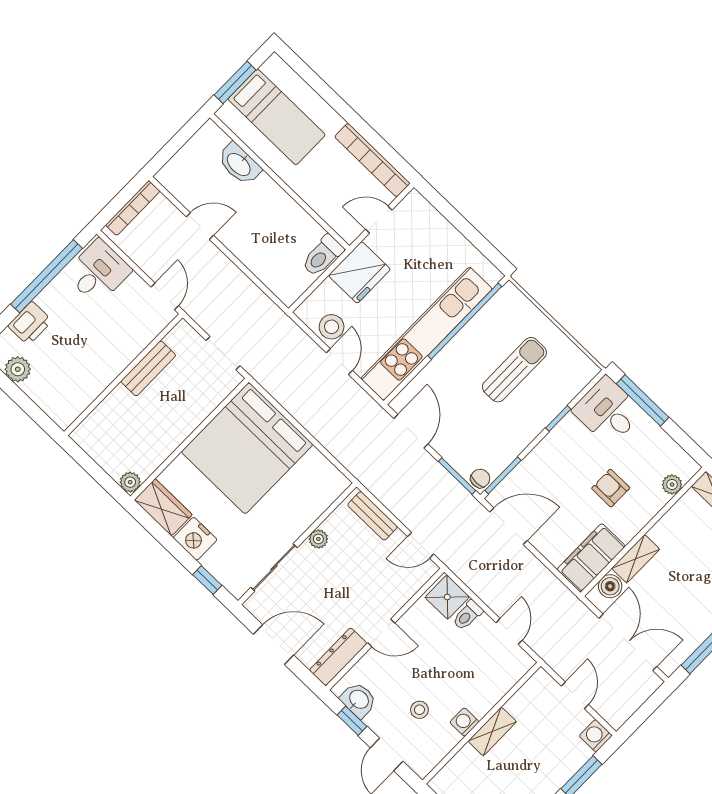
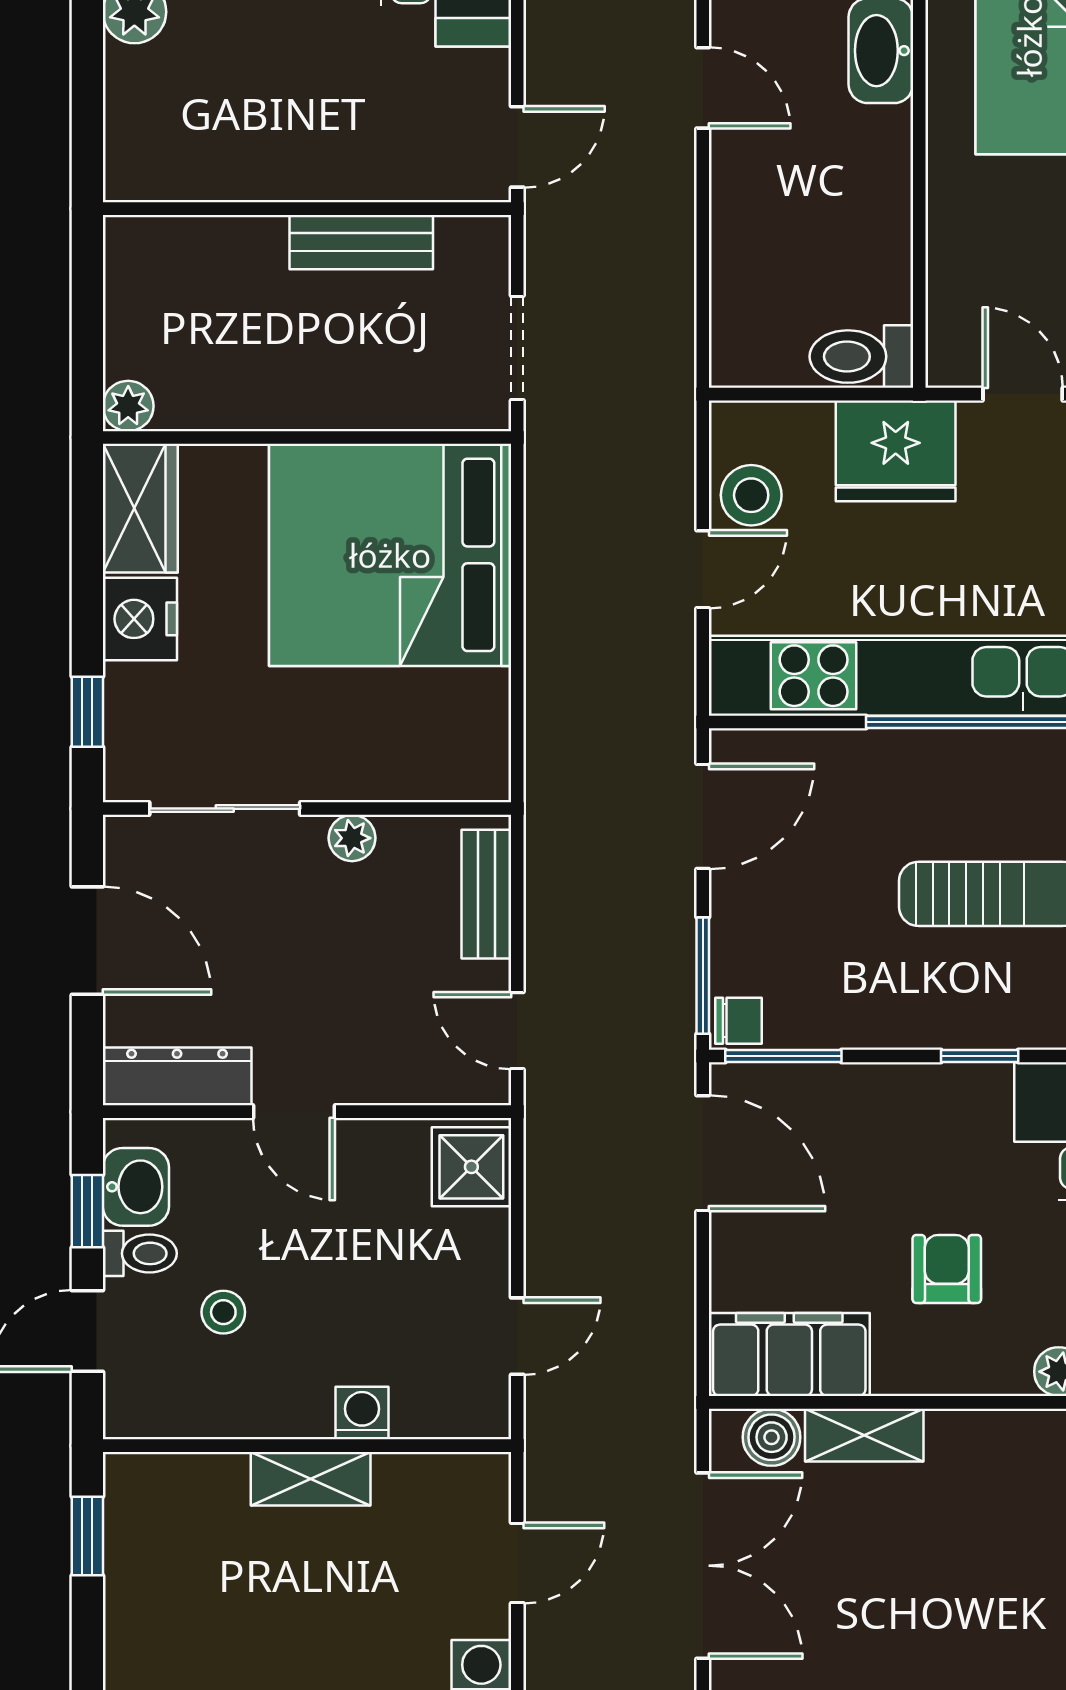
toilet: (467, 615) -> (140, 1253), moved, turned 180
washing machine: (464, 722) -> (362, 1413), moved

